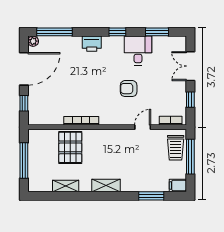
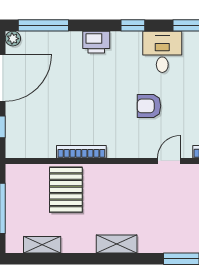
shelving: (66, 186) -> (42, 245), moved

